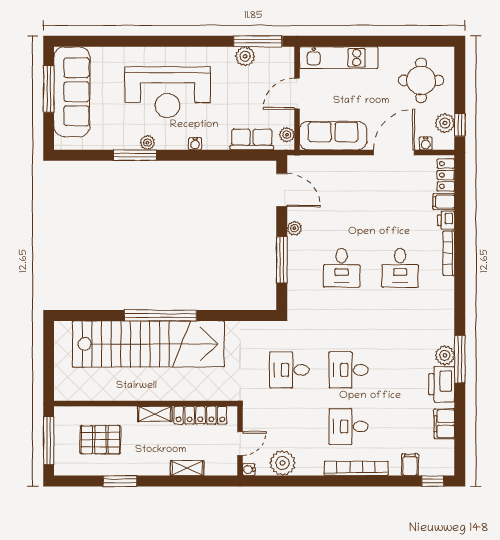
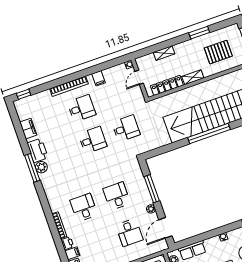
door: (282, 190) -> (165, 228), hinge flipped
desk: (342, 203) -> (129, 232), added
plant: (283, 463) -> (111, 75), removed
filing cabinet: (410, 465) -> (99, 78), moved

